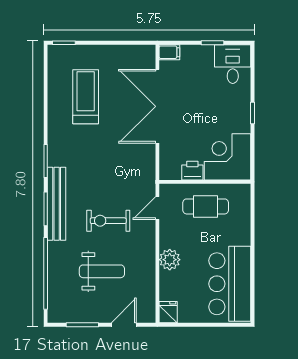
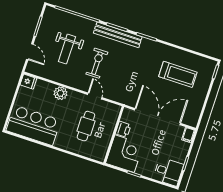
corner desk: (228, 157) -> (125, 154), moved
printer: (192, 171) -> (123, 129), moved
wall: (205, 182) -> (114, 135), moved

